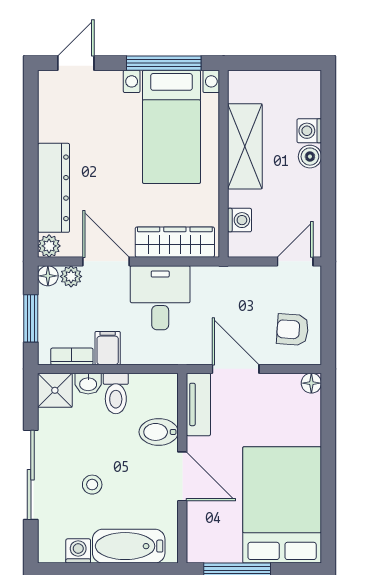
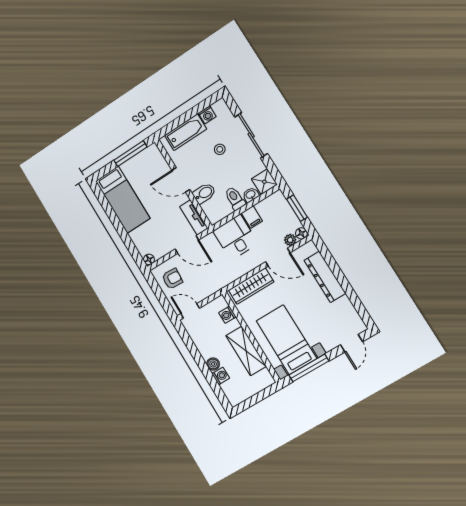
plant: (49, 246) -> (310, 248), removed
door: (295, 261) -> (190, 311), swing flipped
desk: (160, 298) -> (236, 237), moved, turned 180
bookcase: (72, 356) -> (266, 203), removed
bed: (282, 505) -> (123, 200), width x0.67

